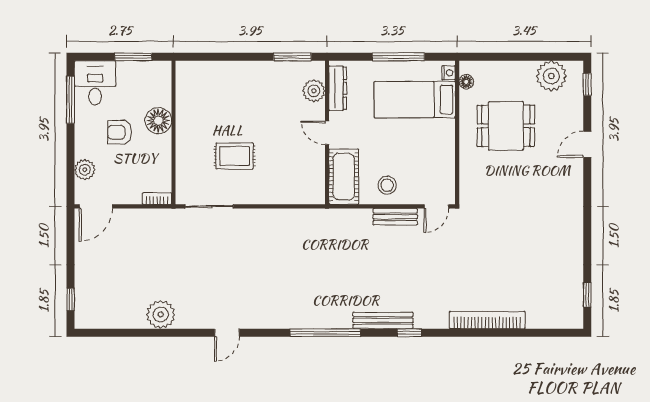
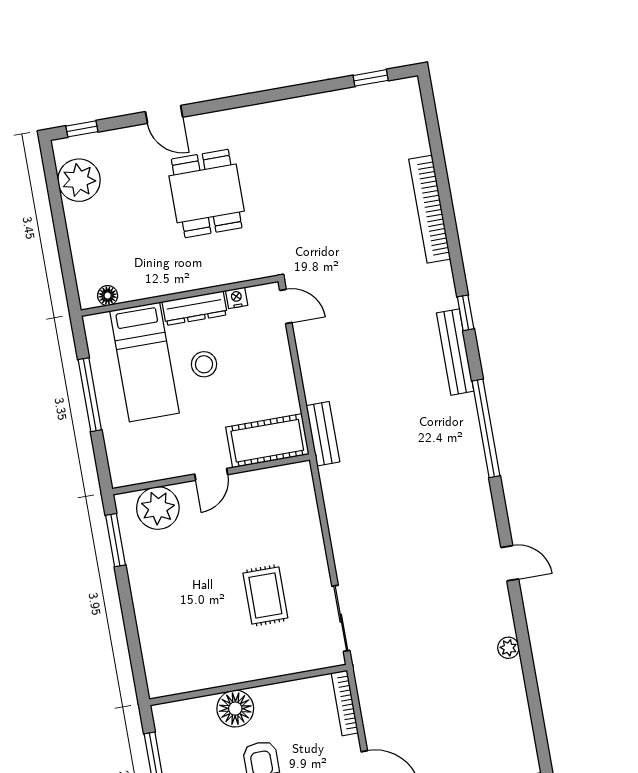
nightstand: (449, 73) -> (237, 298), moved
dresser: (338, 88) -> (195, 308), moved, turned 180
plant: (314, 91) -> (158, 508), width x1.36, depth x1.36
dining table: (506, 126) -> (207, 193), moved
stool: (387, 185) -> (204, 364), moved
bookcase: (157, 199) -> (345, 703), width x1.56
bench: (395, 217) -> (323, 434), moved
plant: (161, 314) -> (508, 648), width x0.53, depth x0.53

